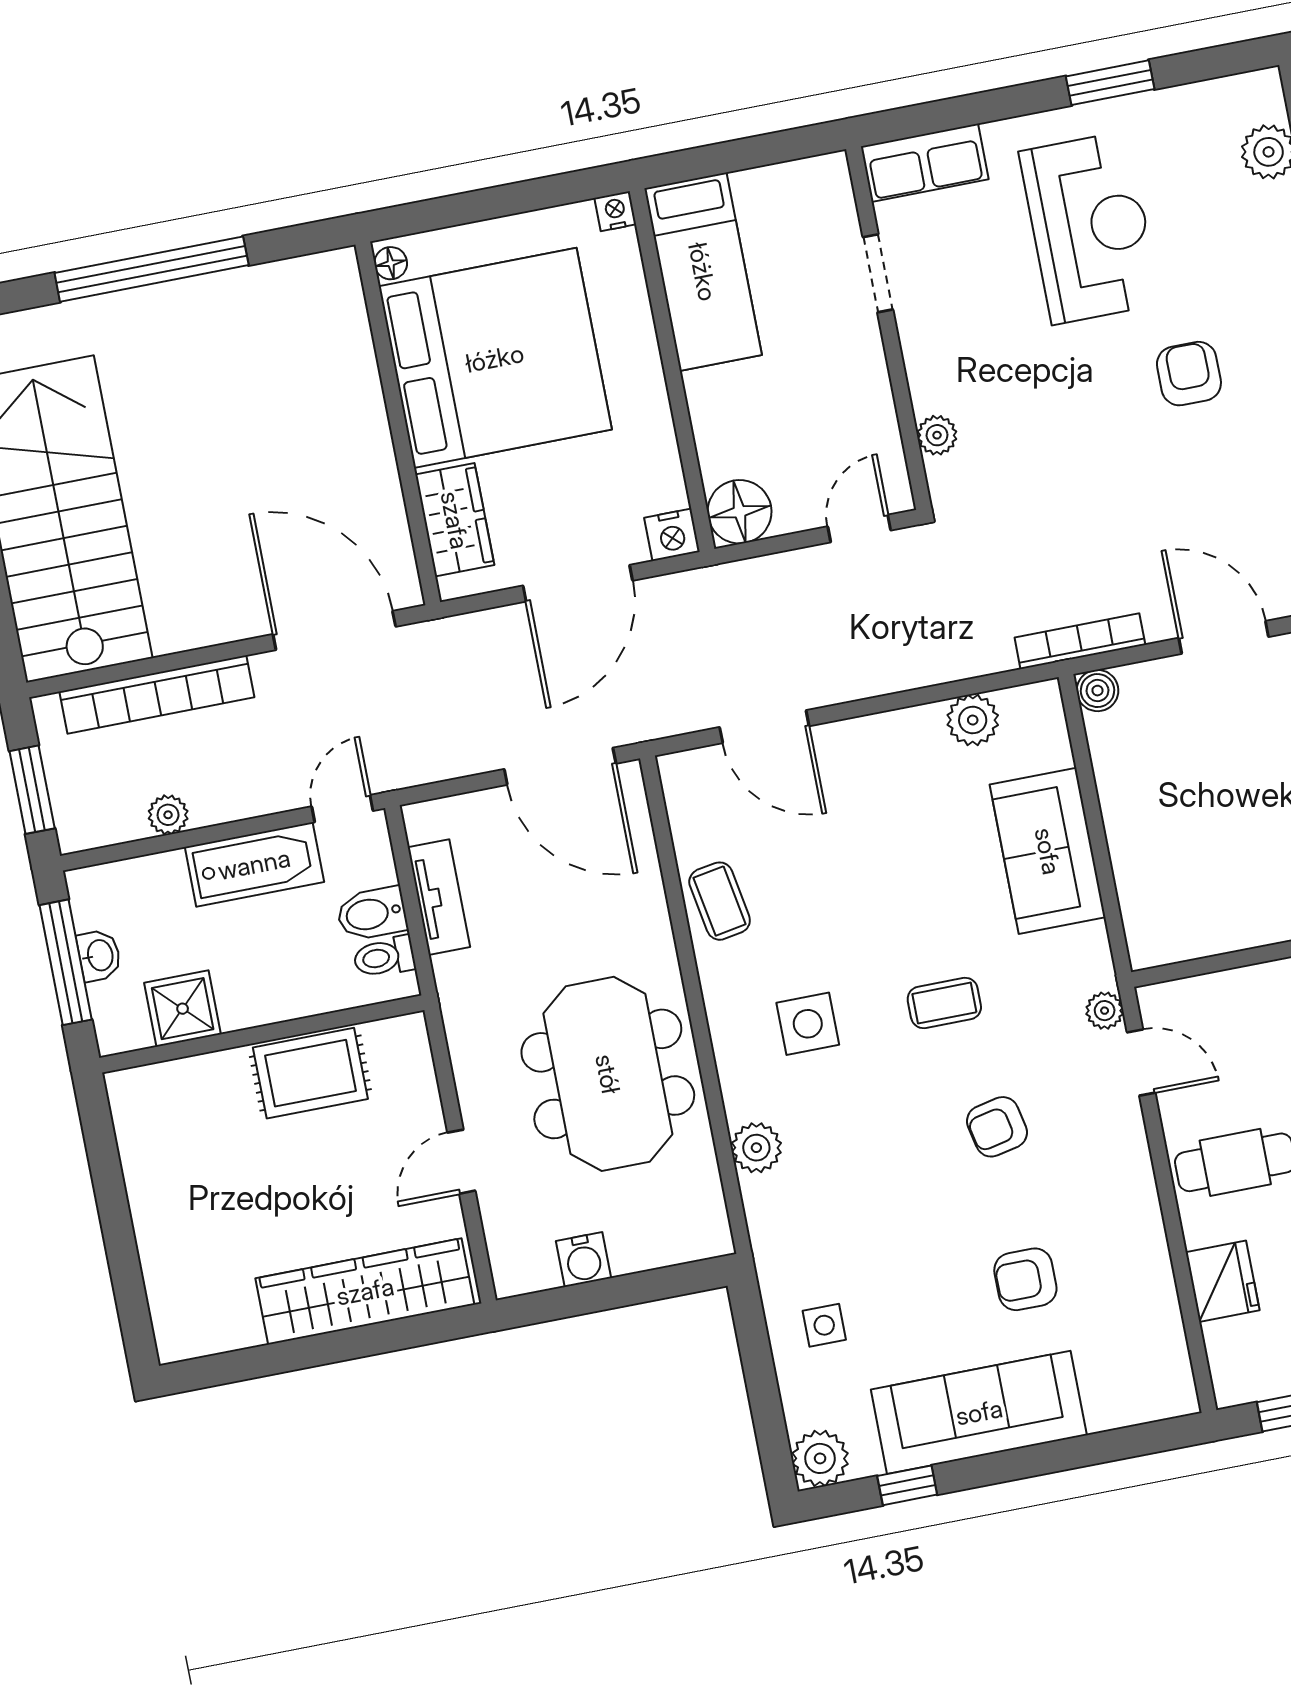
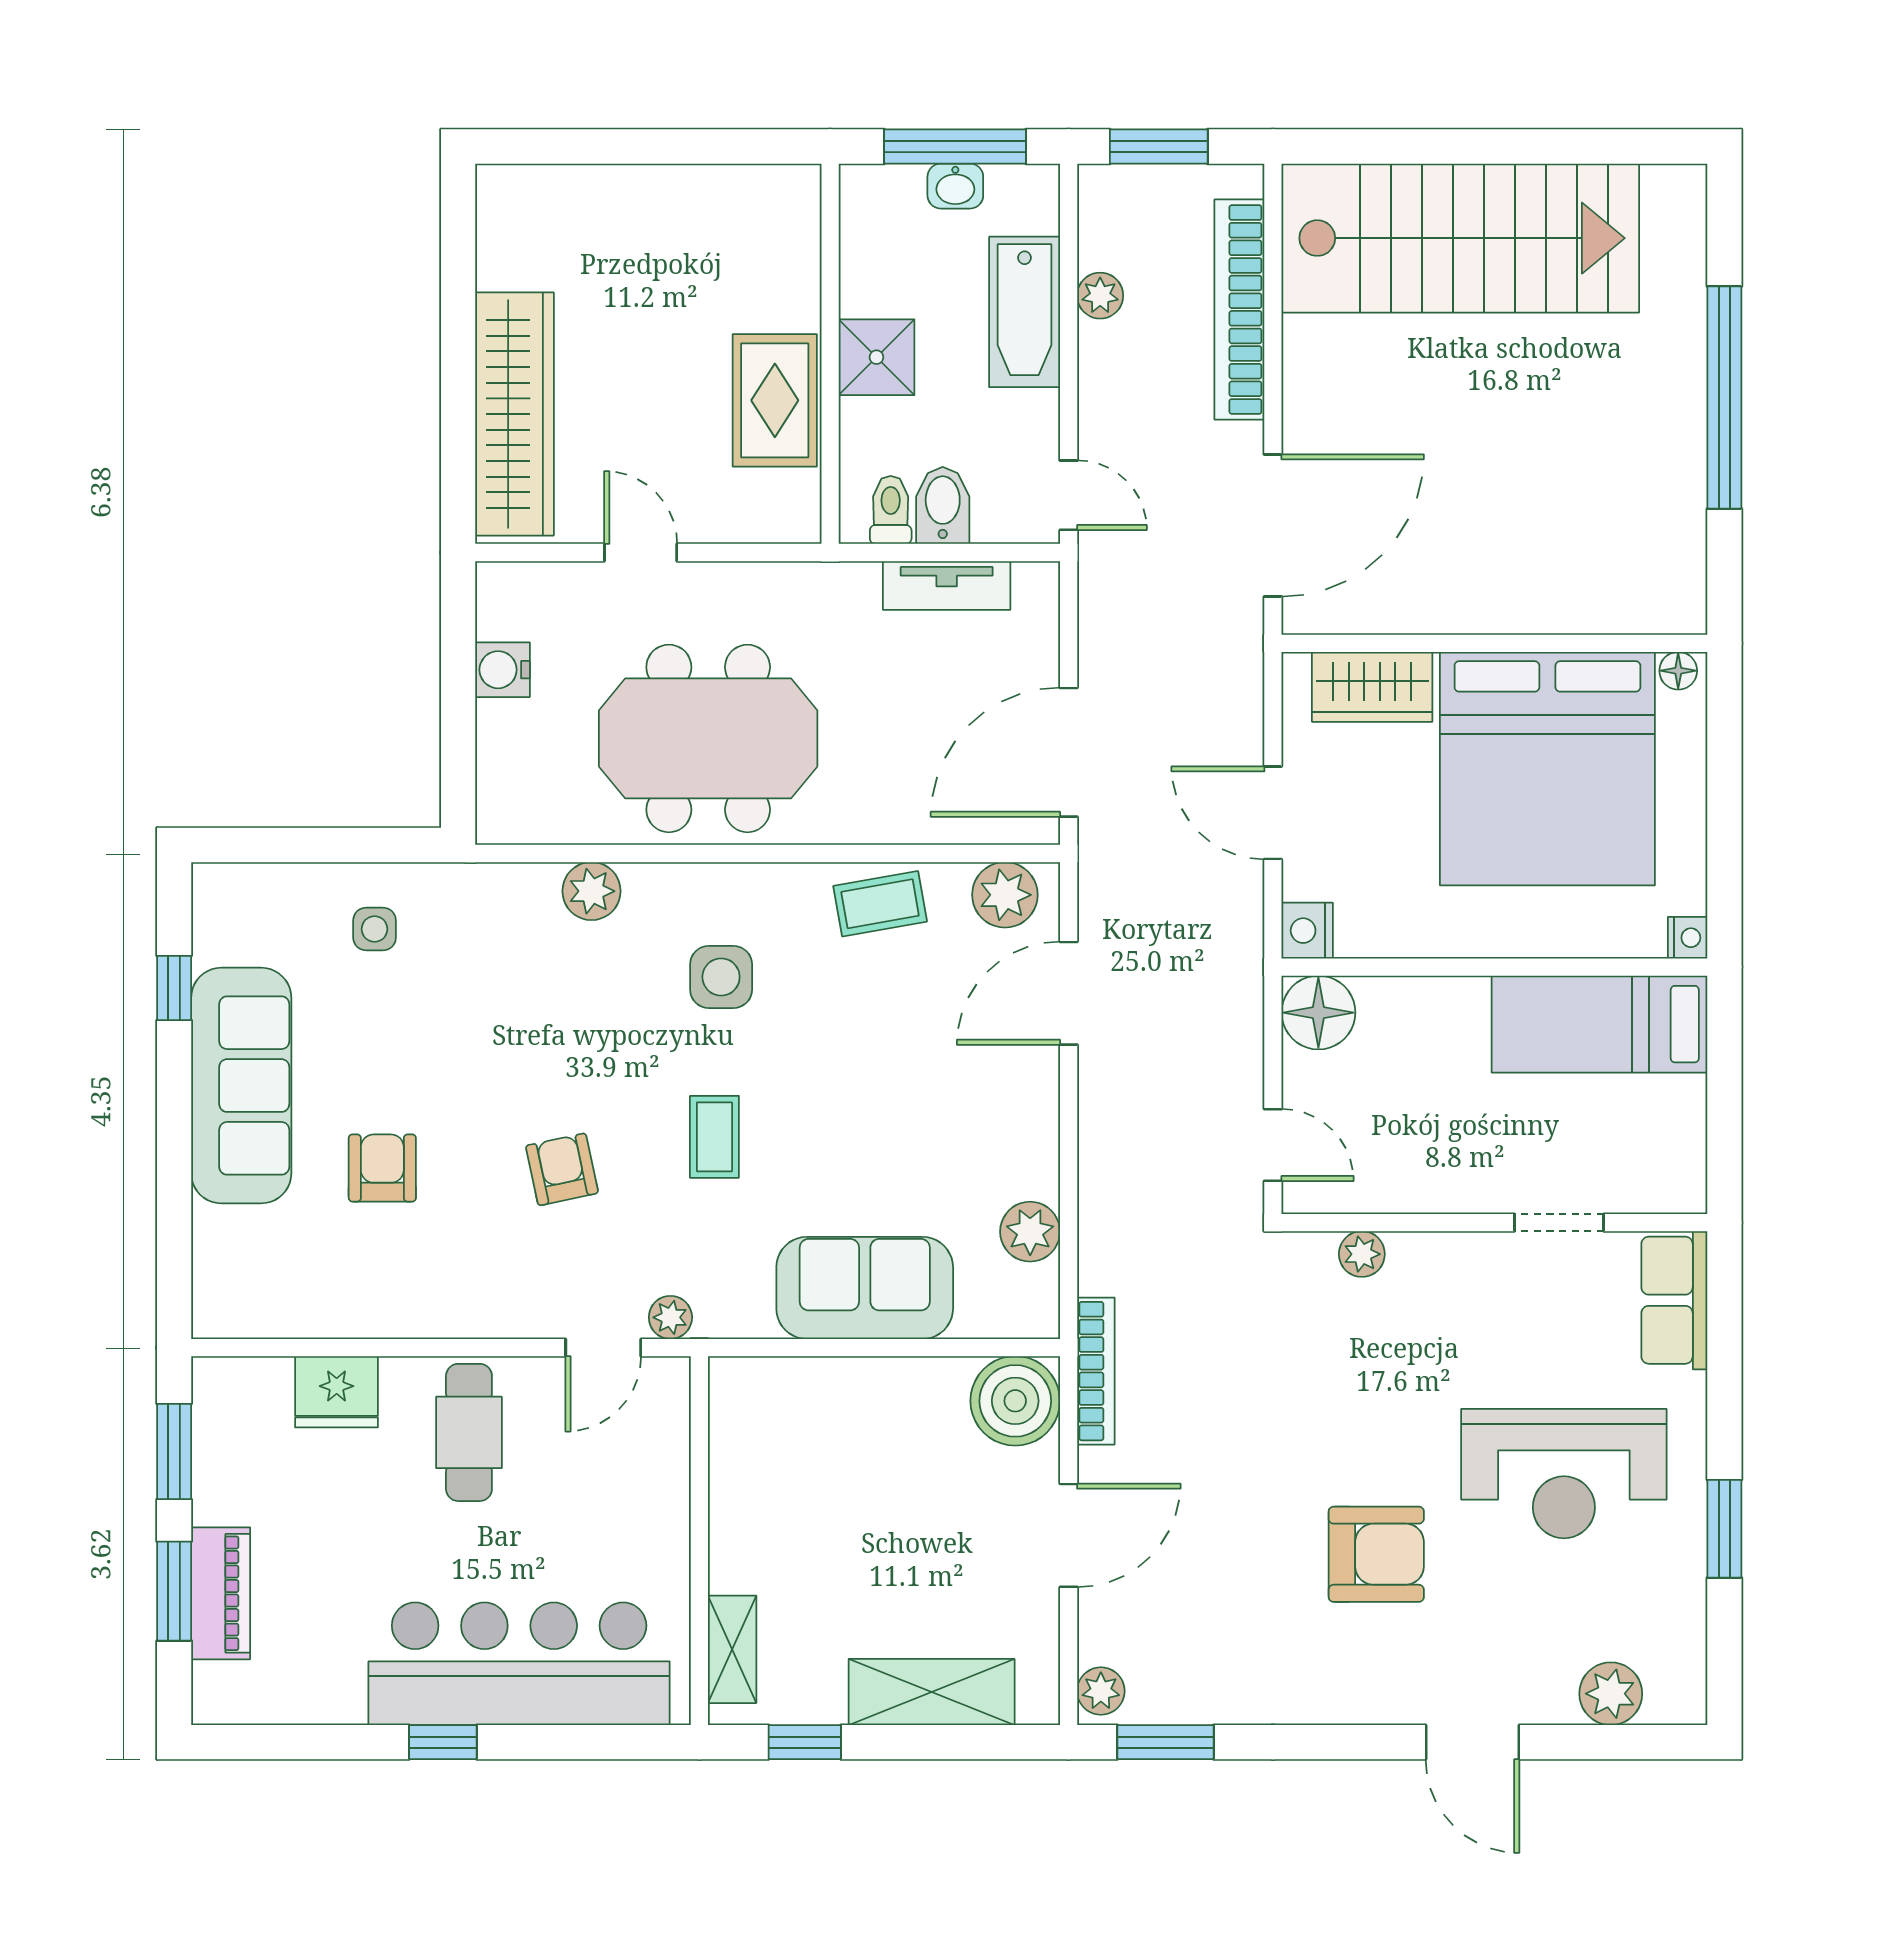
armchair: (1189, 374) -> (1376, 1554), width x1.38, depth x1.38
door: (578, 583) -> (1273, 813), width x0.73
boiler: (1097, 691) -> (1015, 1401), width x1.86, depth x1.86
bathtub: (254, 864) -> (1025, 312), moved
shower: (183, 1009) -> (876, 357), moved
plant: (820, 1458) -> (1005, 895), moved

